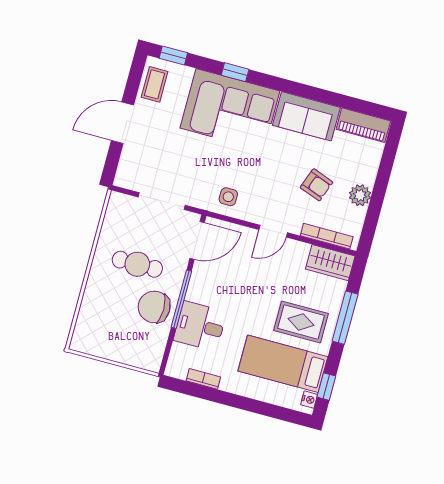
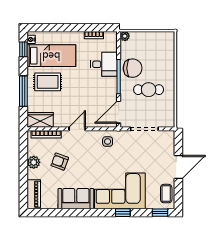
piano: (363, 125) -> (34, 194), moved, turned 90
plant: (153, 363) -> (125, 36), added

